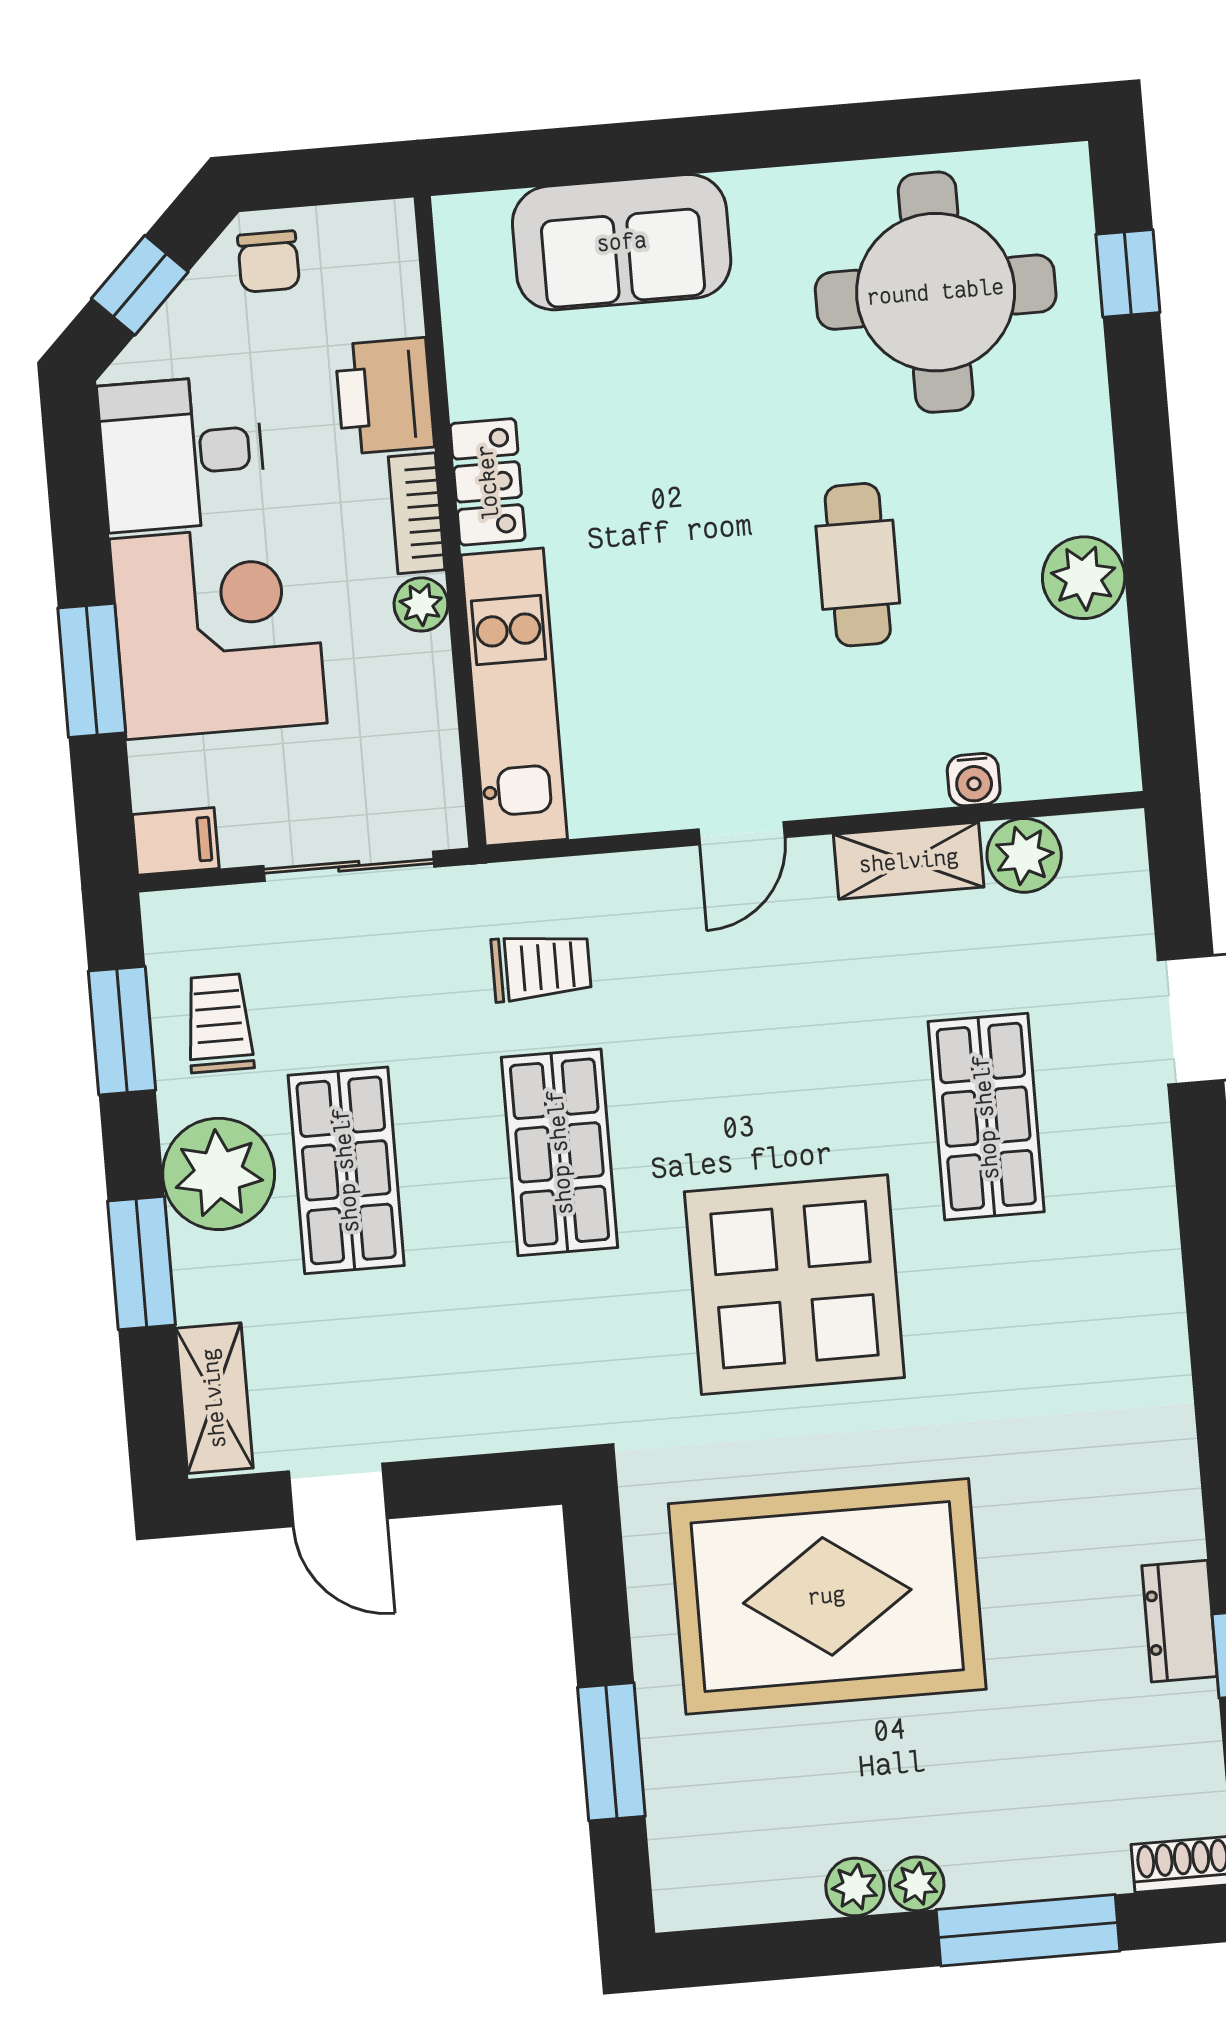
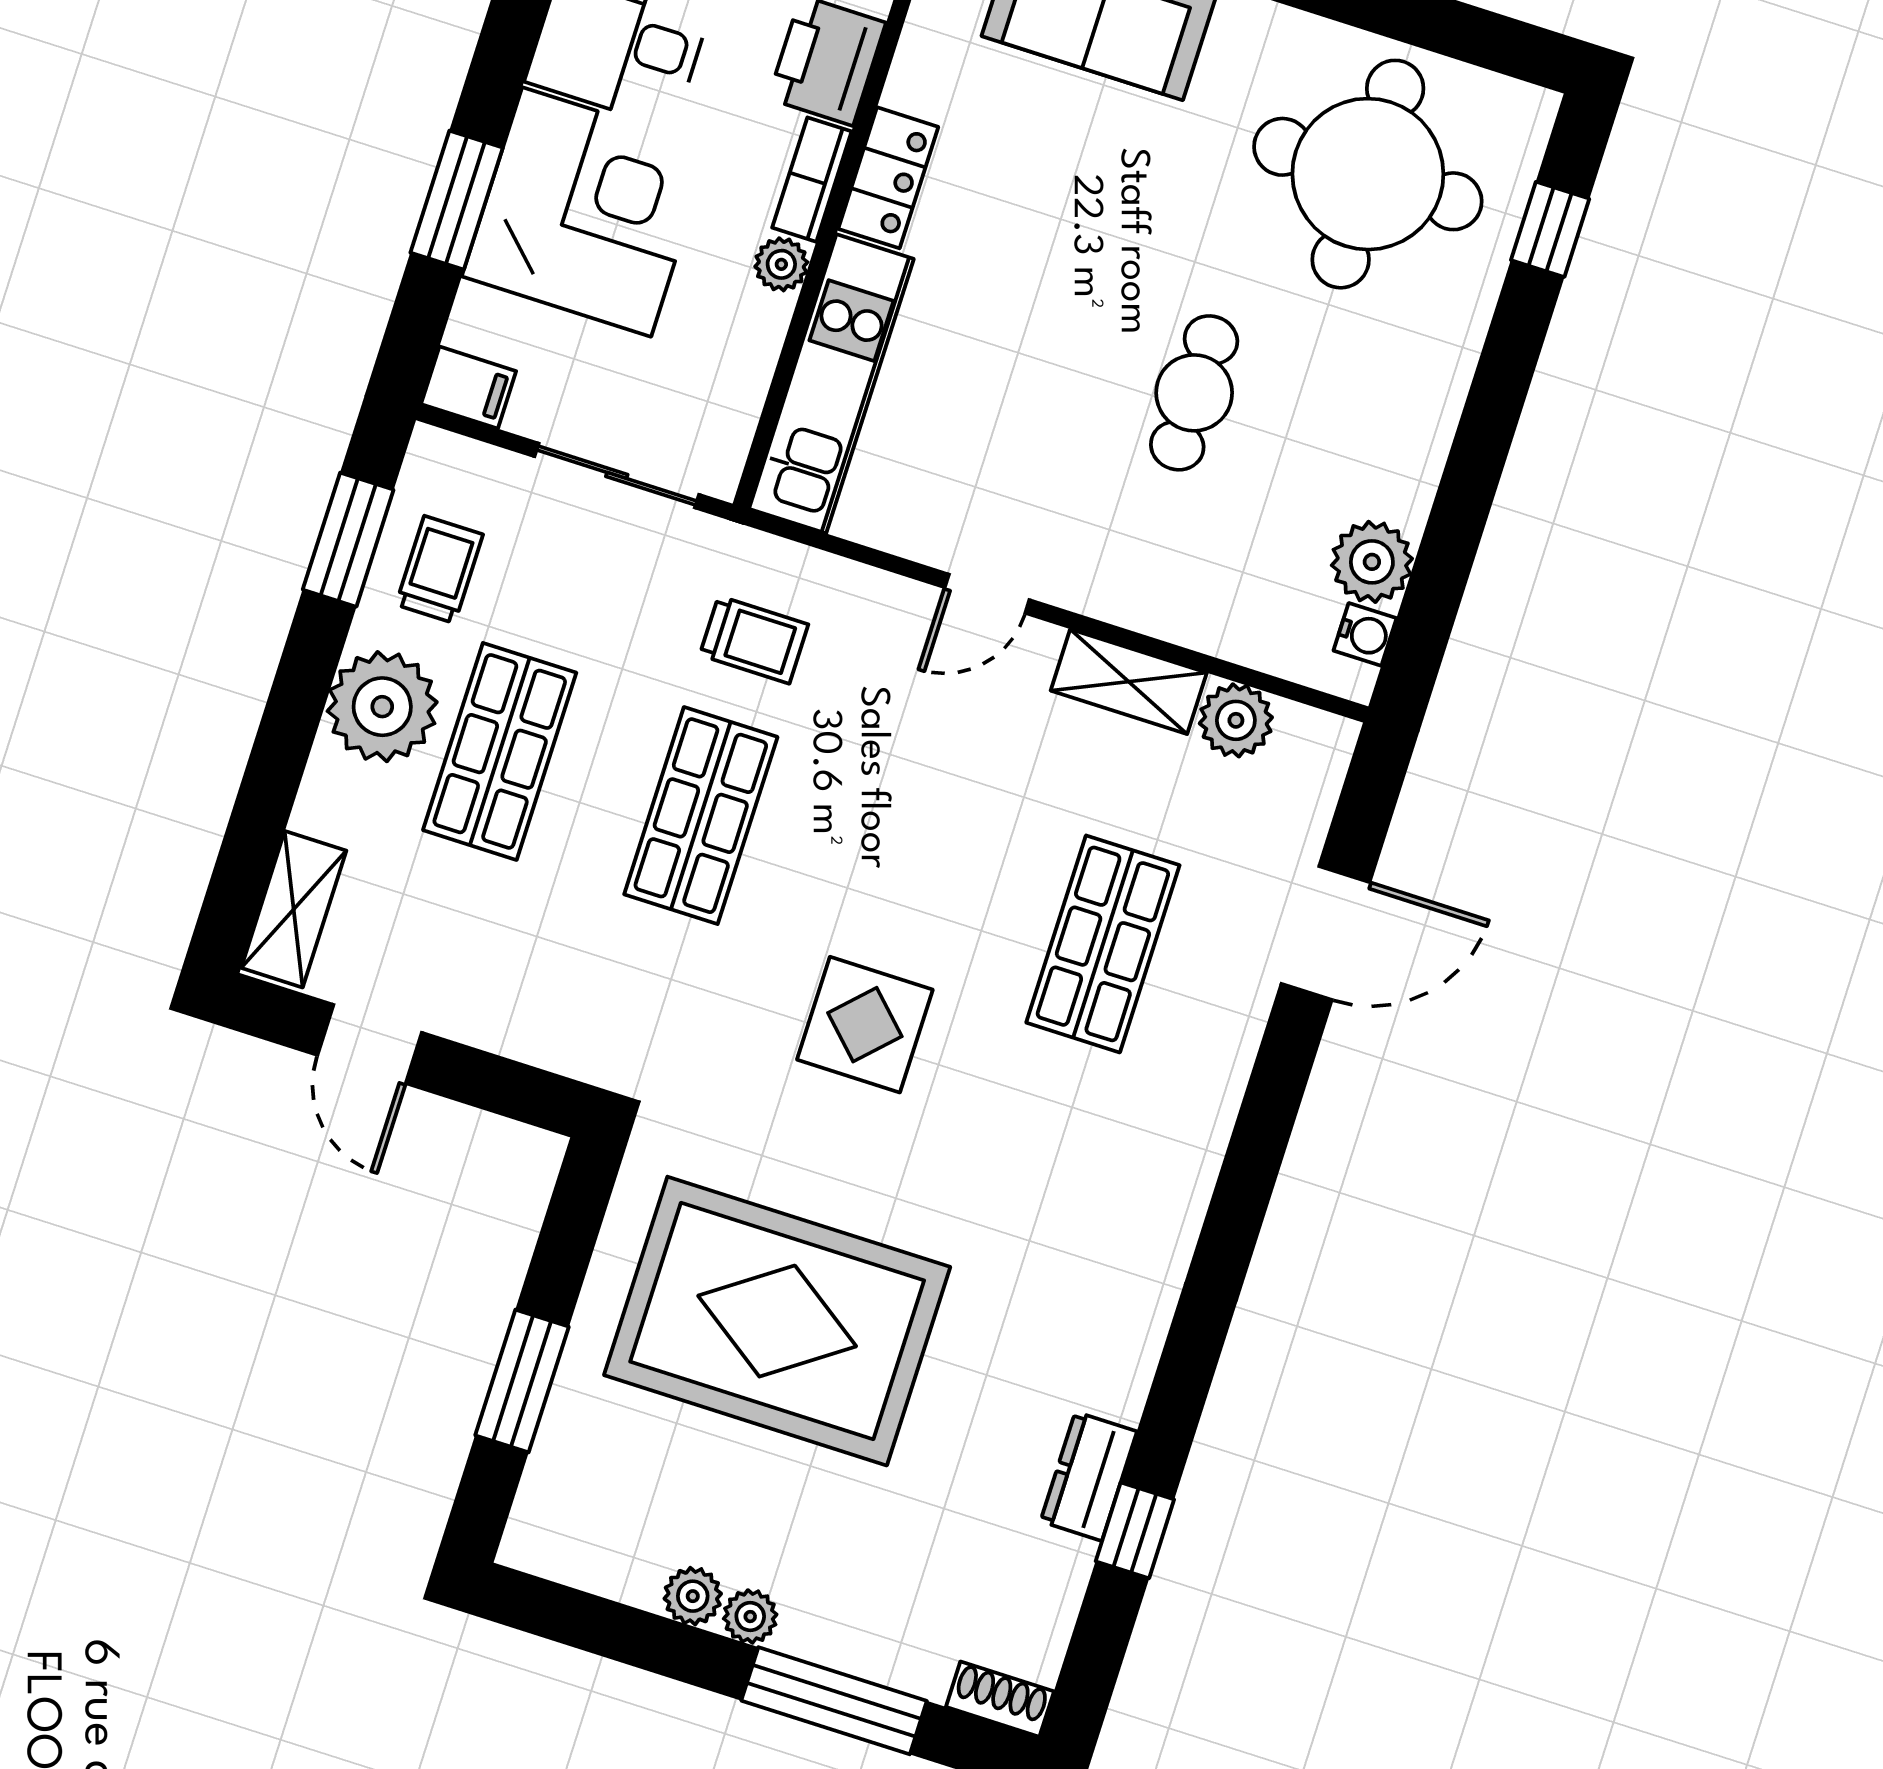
plant: (1084, 578) -> (1372, 562), moved
water cooler: (974, 780) -> (1365, 634), moved, turned -90
window: (141, 1263) -> (278, 759), removed
display table: (794, 1285) -> (865, 1025), width x0.54, depth x0.54

